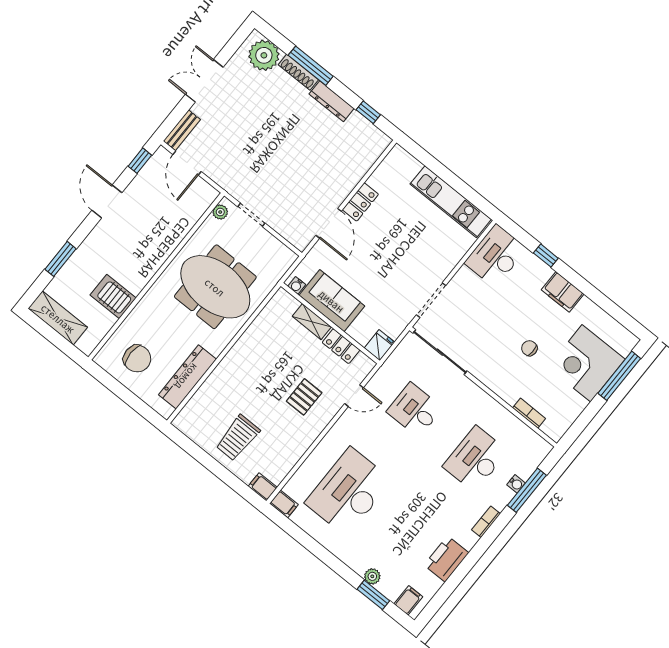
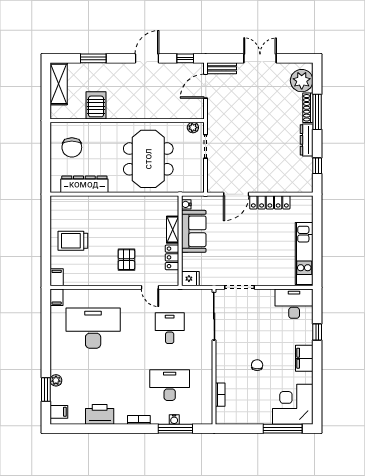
locker: (360, 202) -> (270, 202), width x1.53
corner desk: (586, 363) -> (293, 404), moved
pallet: (304, 397) -> (126, 260), turned 90

